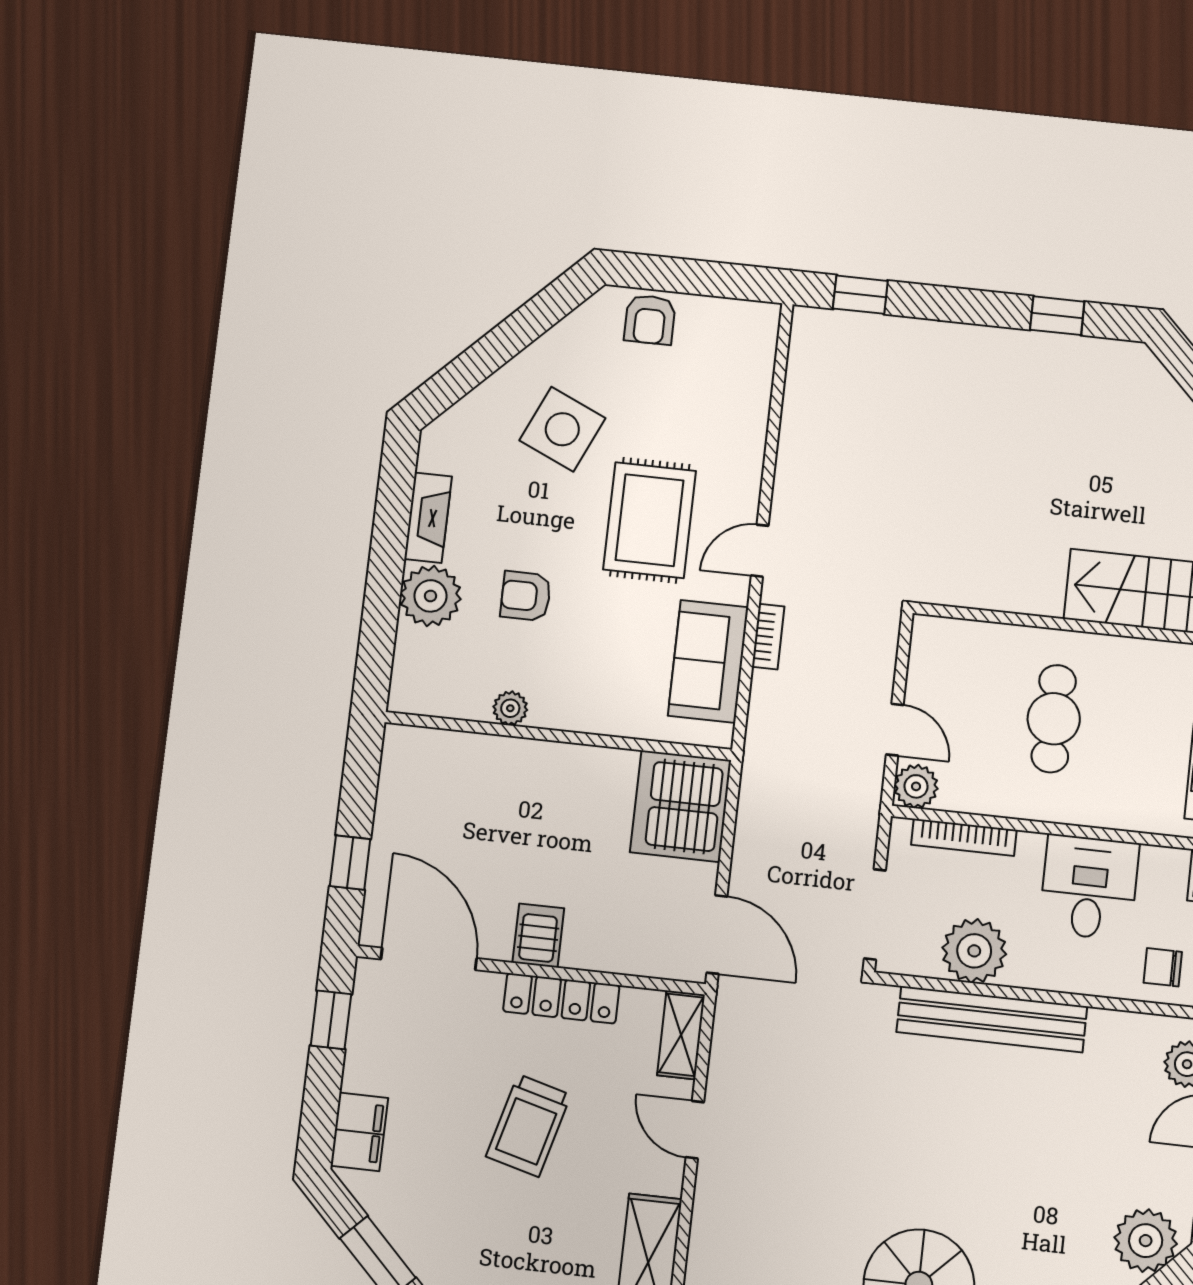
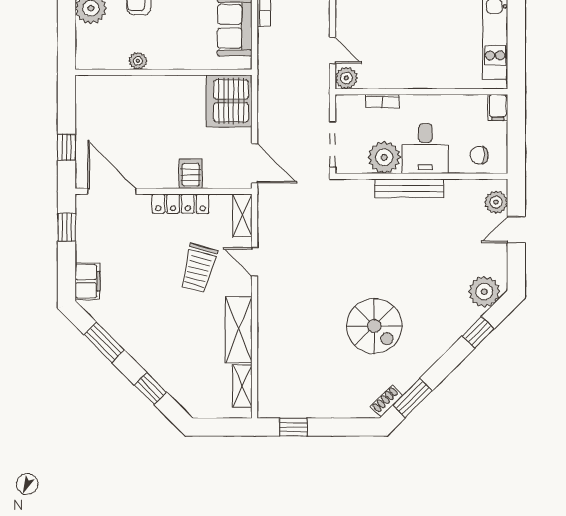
cafe table: (1054, 719) -> (412, 36), removed
bookcase: (964, 837) -> (382, 101), width x0.64
desk: (1089, 887) -> (425, 149), moved, turned 180
server rack: (538, 936) -> (191, 174), moved
bench: (992, 1019) -> (409, 188), width x0.73, depth x0.82
trolley: (528, 1126) -> (199, 268), moved

